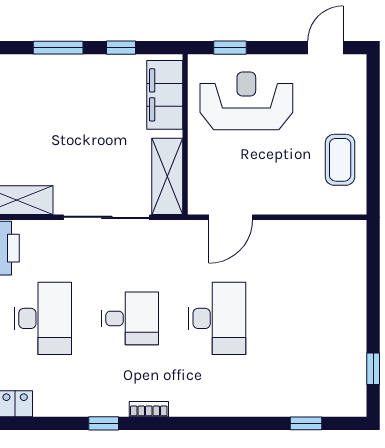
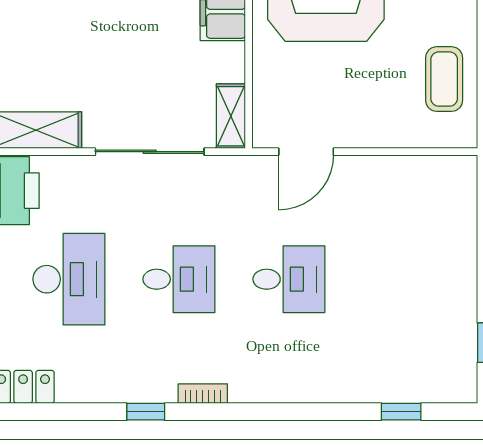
shelving: (167, 176) -> (231, 116), width x0.67, depth x0.75
desk: (217, 318) -> (289, 279), width x0.73

